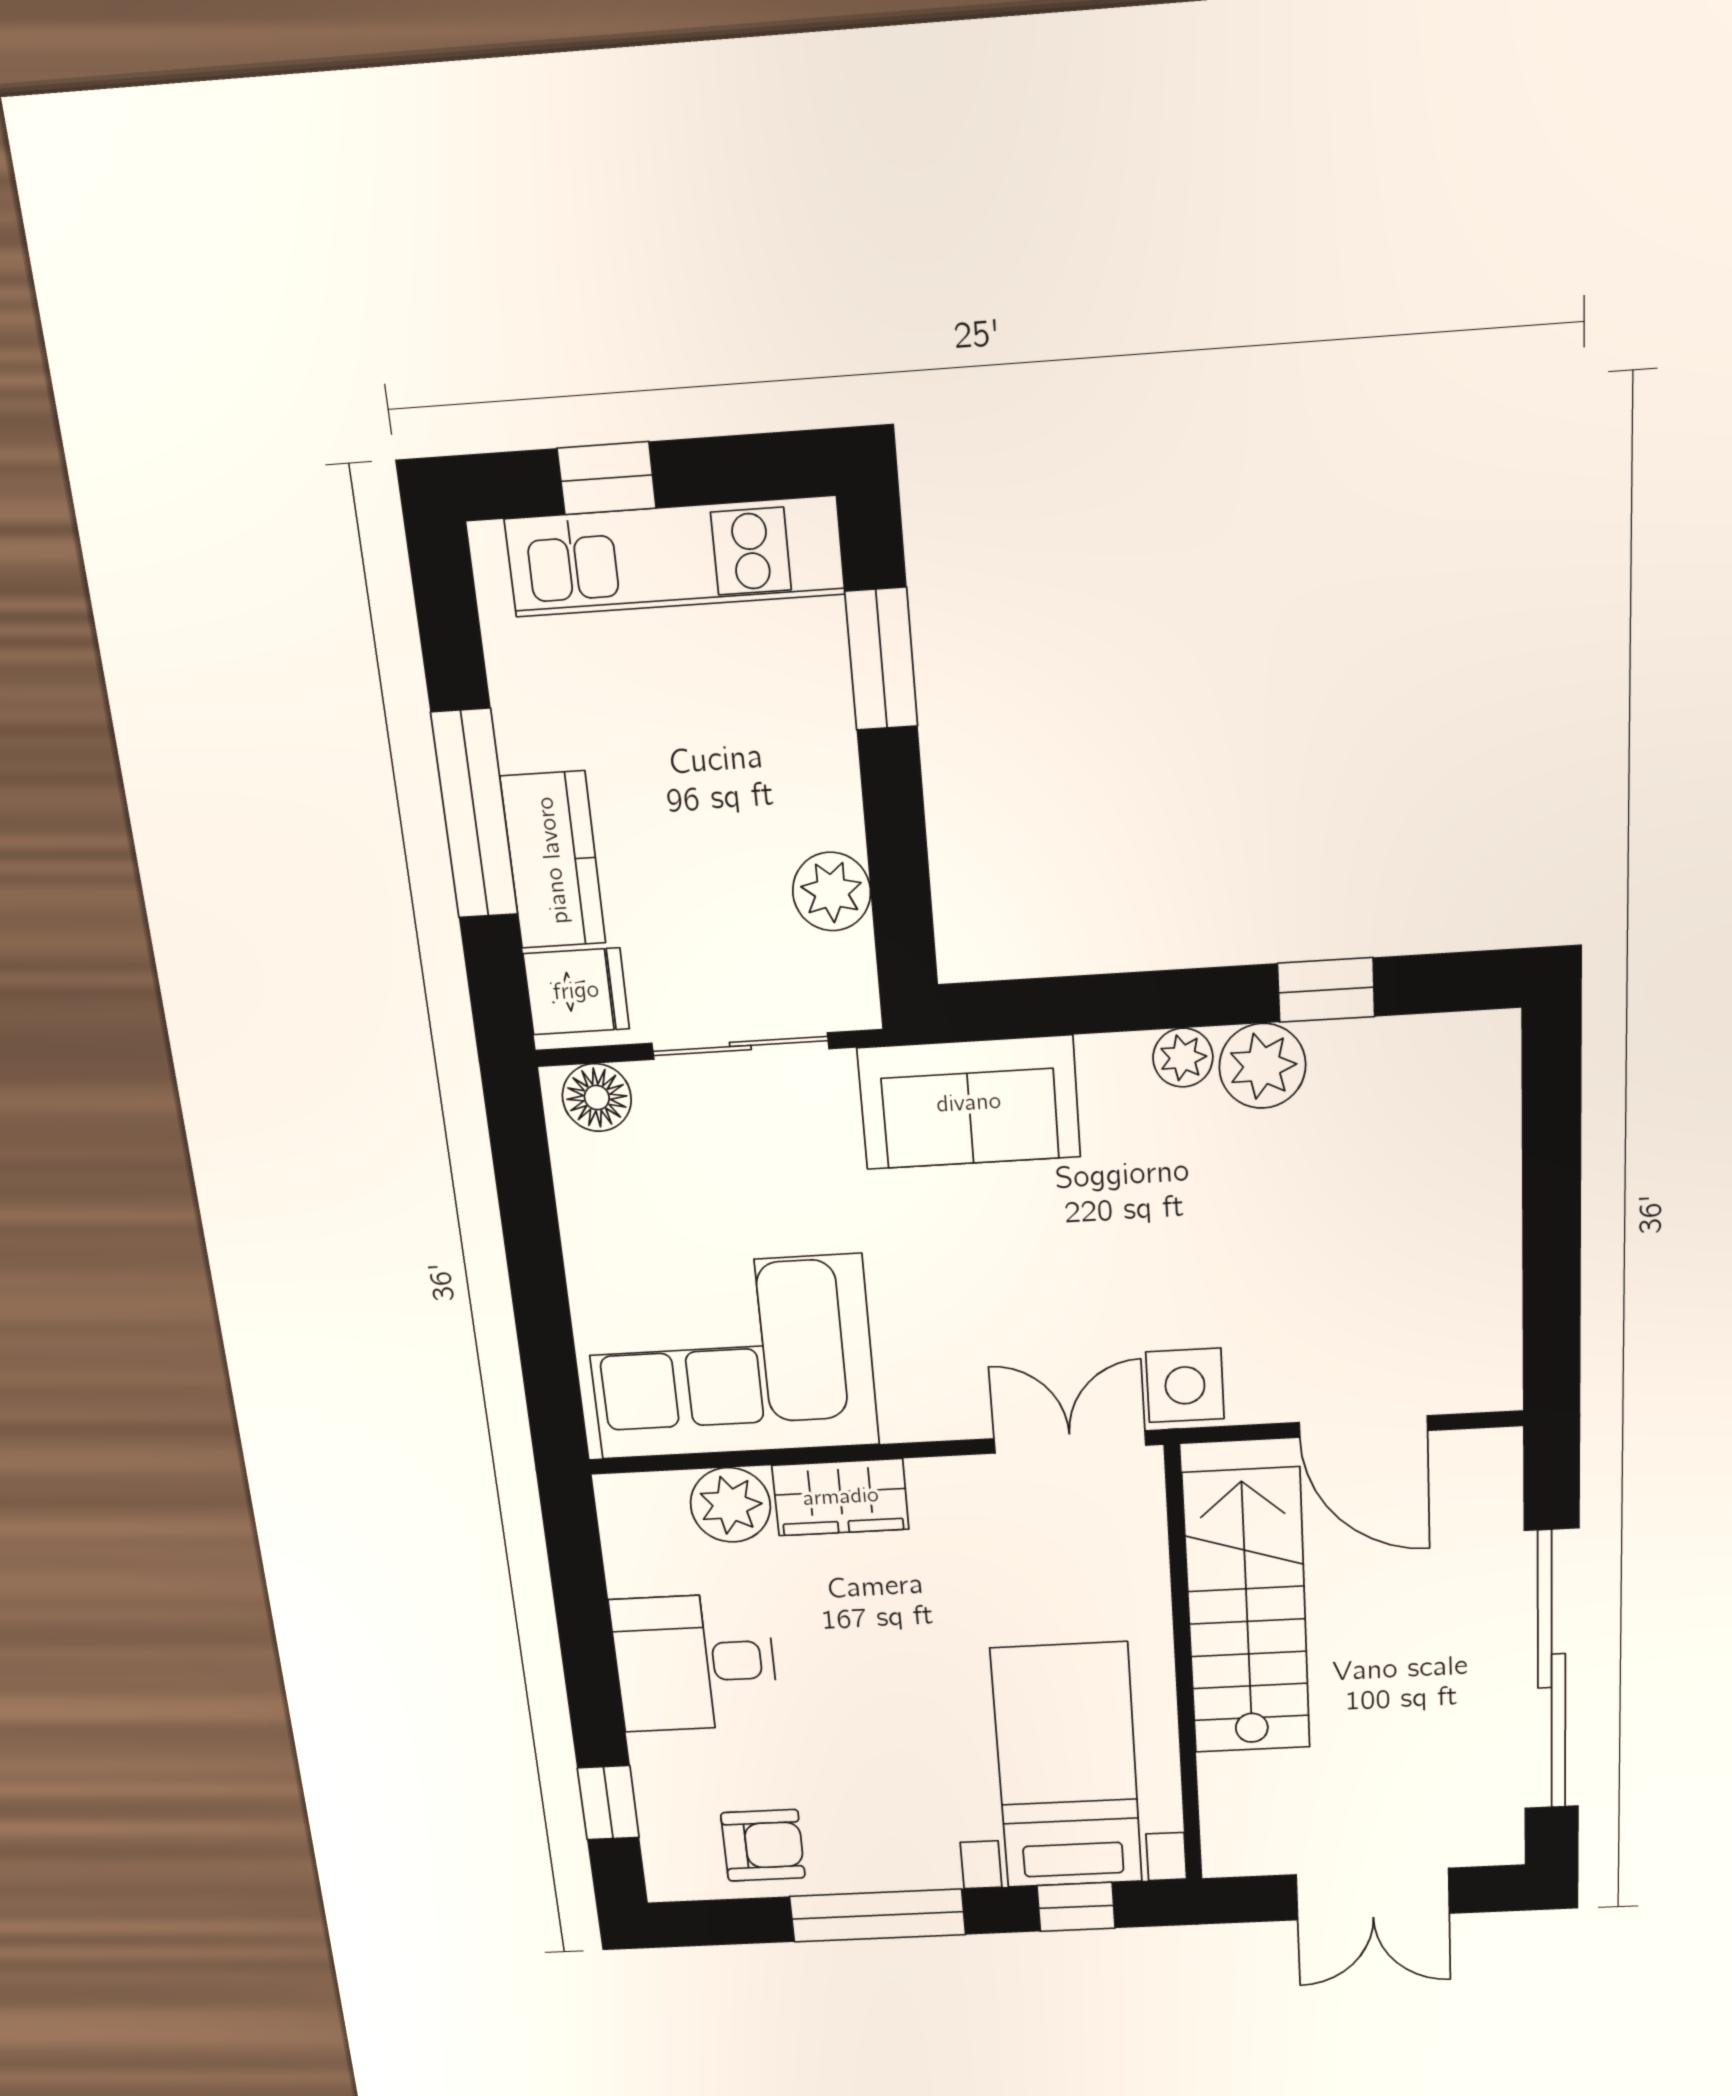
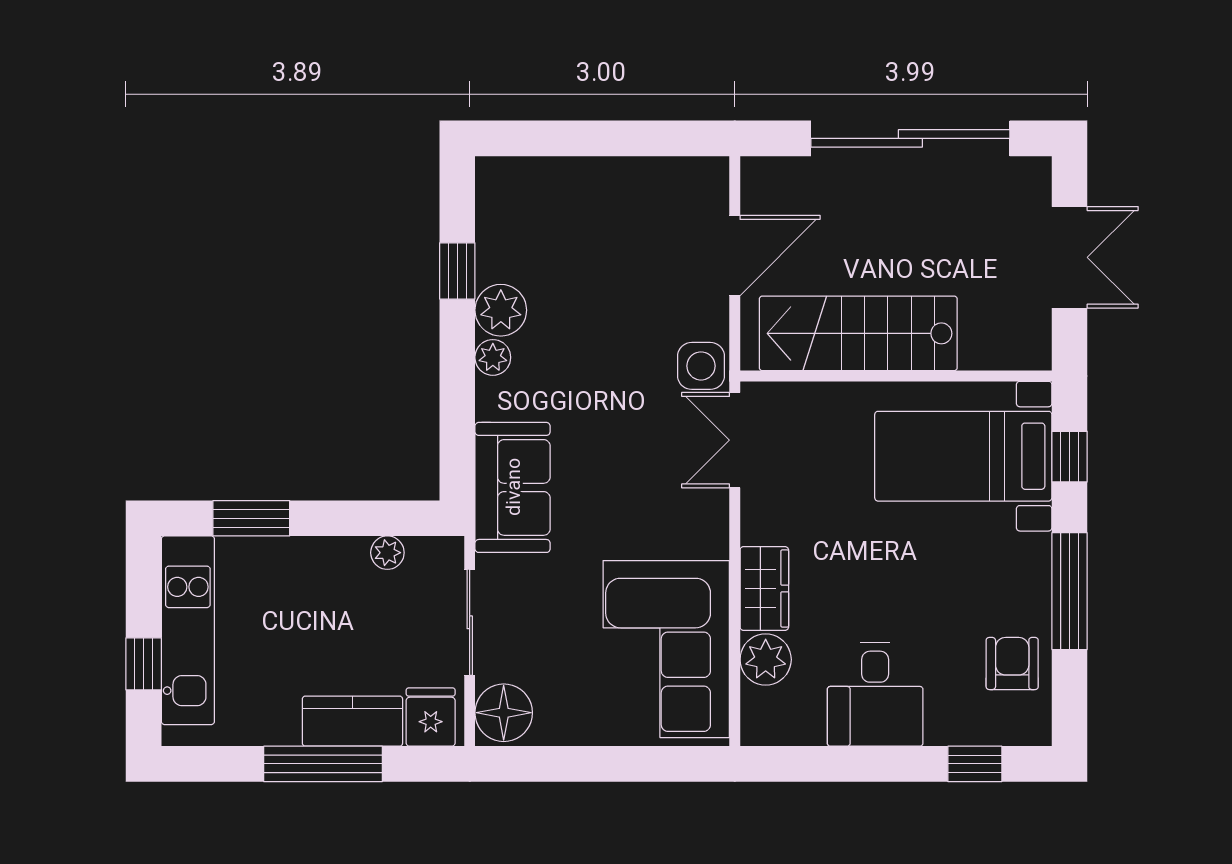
plant: (832, 892) -> (387, 553), width x0.73, depth x0.73
floor lamp: (597, 1098) -> (504, 713), width x1.38, depth x1.38

